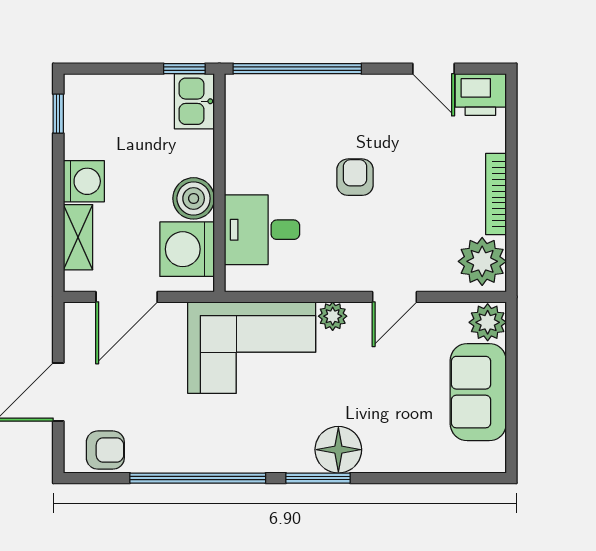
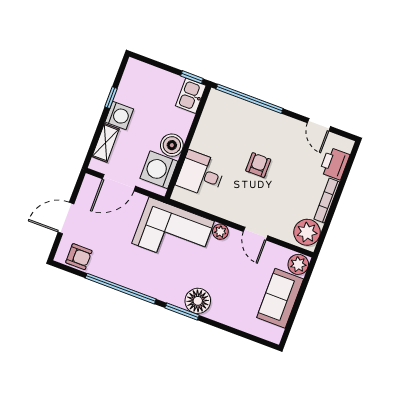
printer: (480, 95) -> (335, 164), moved, turned 90
window: (58, 114) -> (111, 98), moved
door: (394, 297) -> (256, 234), hinge flipped

